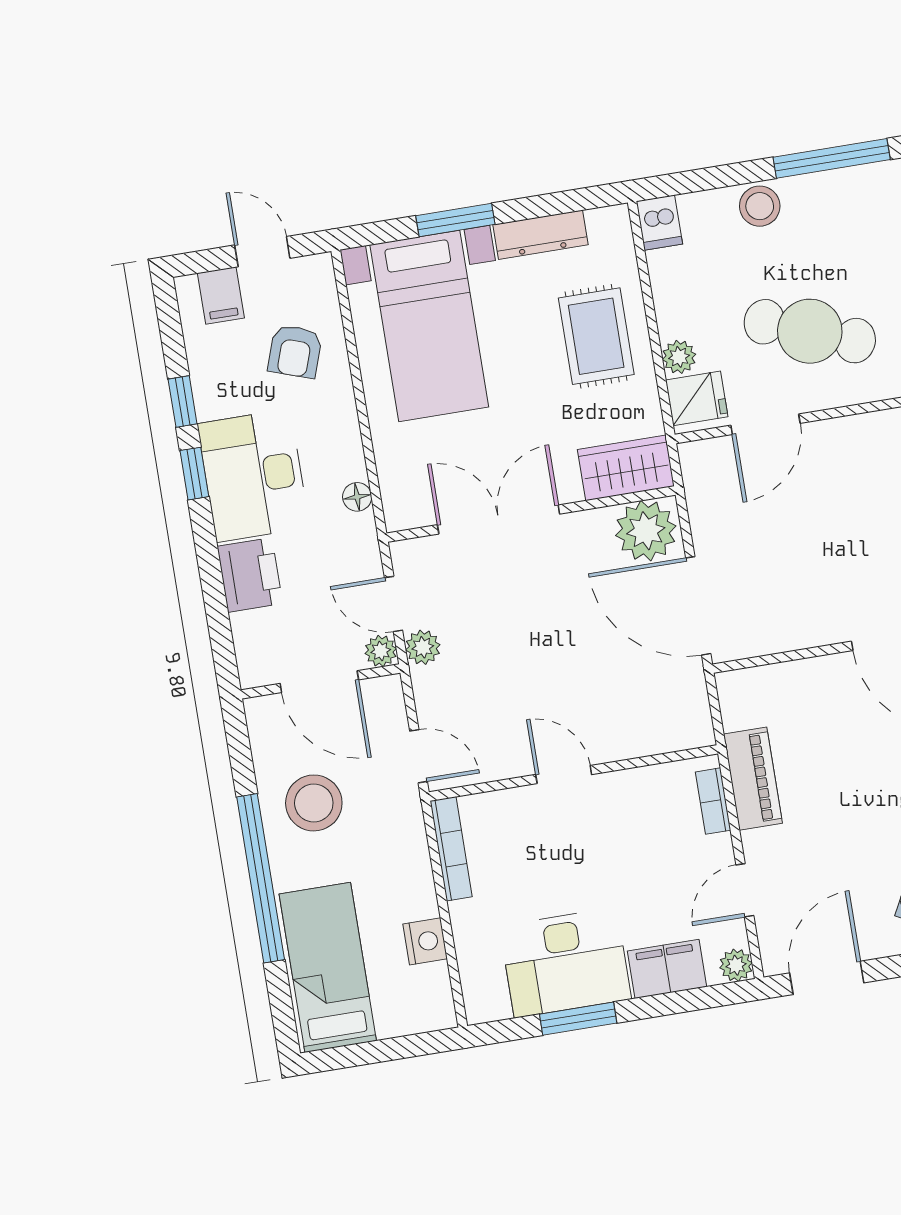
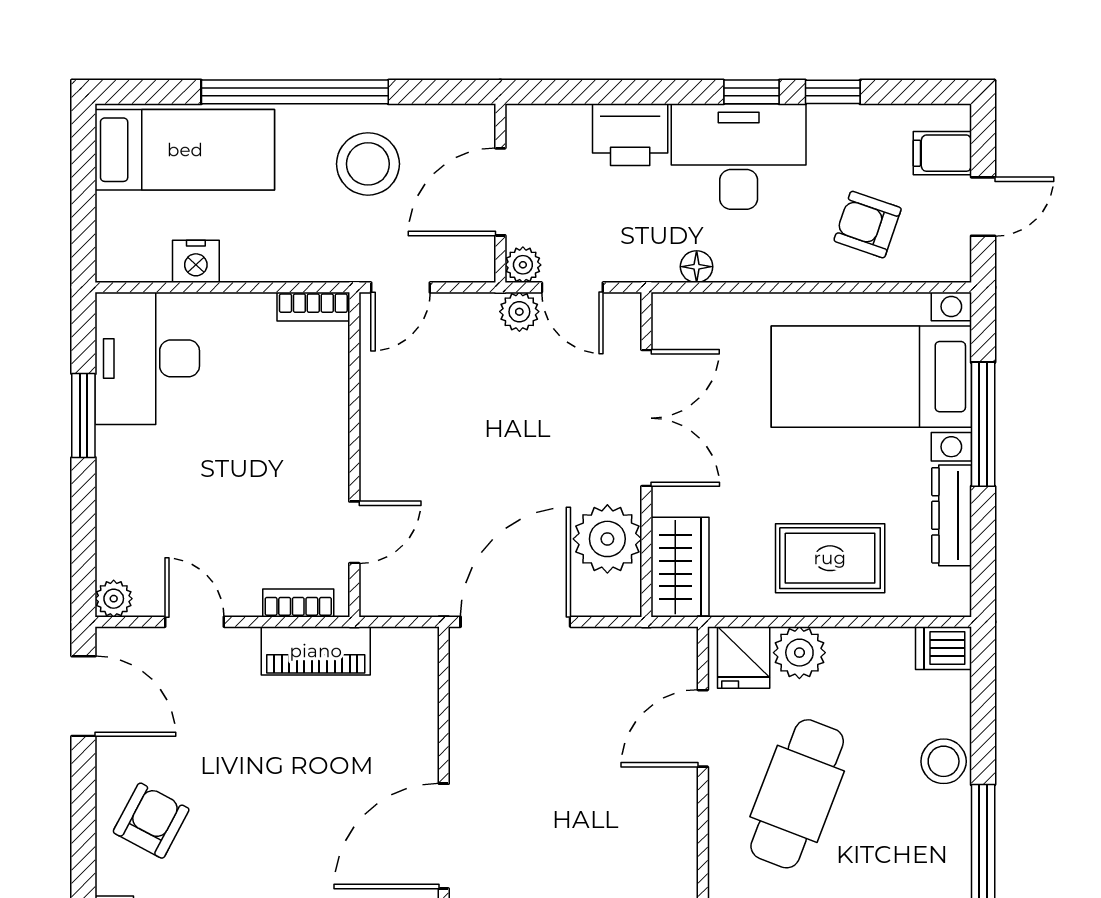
window: (455, 220) -> (983, 424), width x1.44
plant: (679, 357) -> (799, 653), width x1.38, depth x1.38
door: (765, 424) -> (703, 728), hinge flipped
plant: (646, 531) -> (607, 539), moved
door: (394, 604) -> (572, 287), swing flipped
door: (564, 775) -> (354, 532), moved
bookcase: (451, 849) -> (313, 307), width x0.64
desk: (565, 963) -> (147, 358), moved
filing cabinet: (667, 969) -> (122, 522), removed

